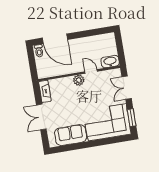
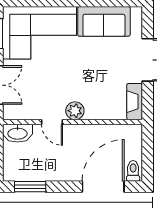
window: (98, 32) -> (30, 187), added
door: (55, 39) -> (103, 187), hinge flipped

